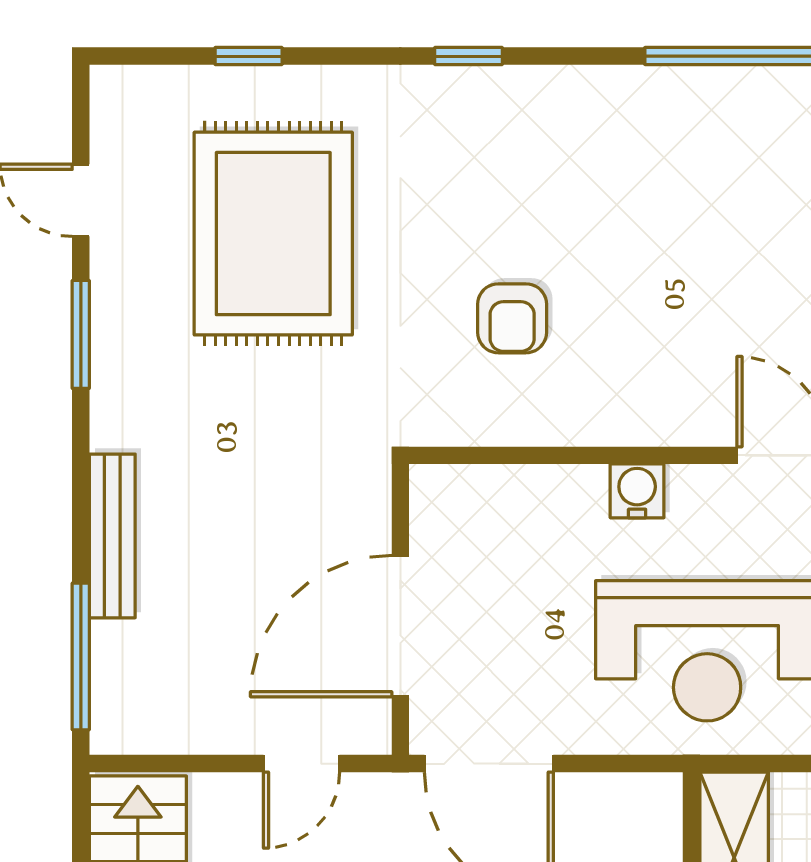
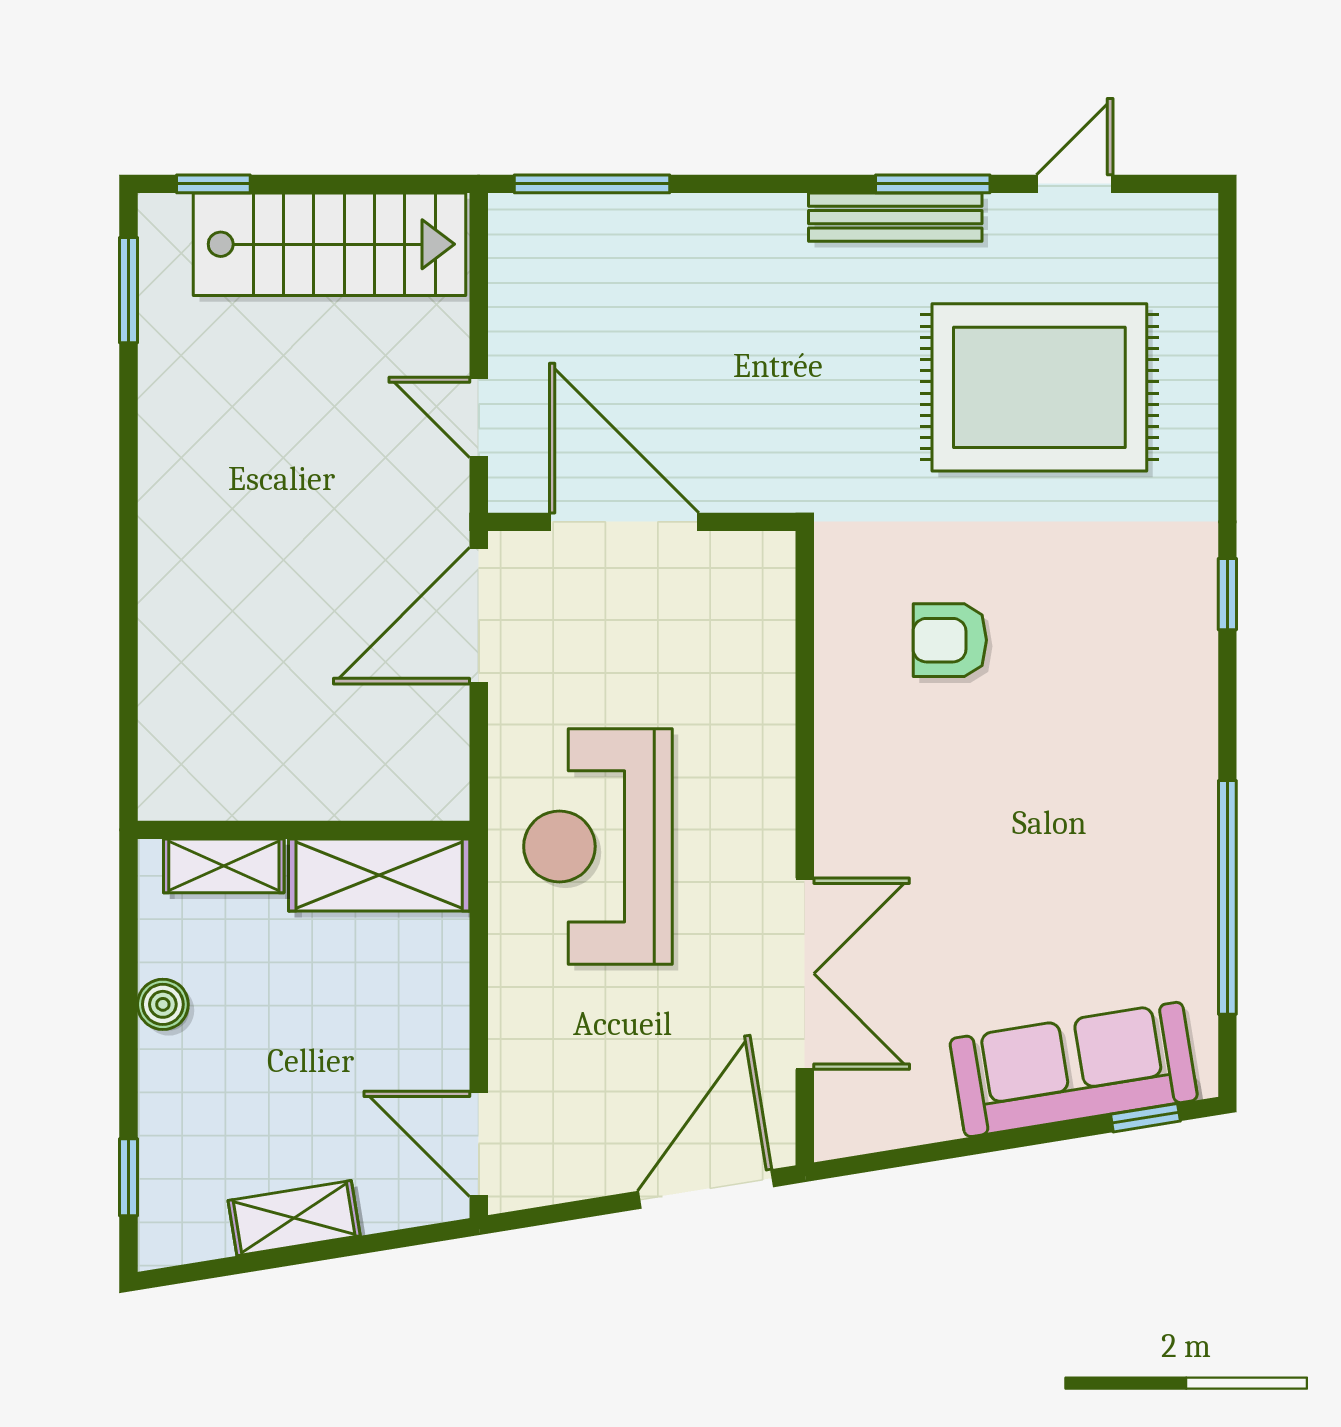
window: (249, 56) -> (1227, 361), removed
water cooler: (637, 491) -> (767, 772), removed
bench: (112, 536) -> (895, 217), moved

